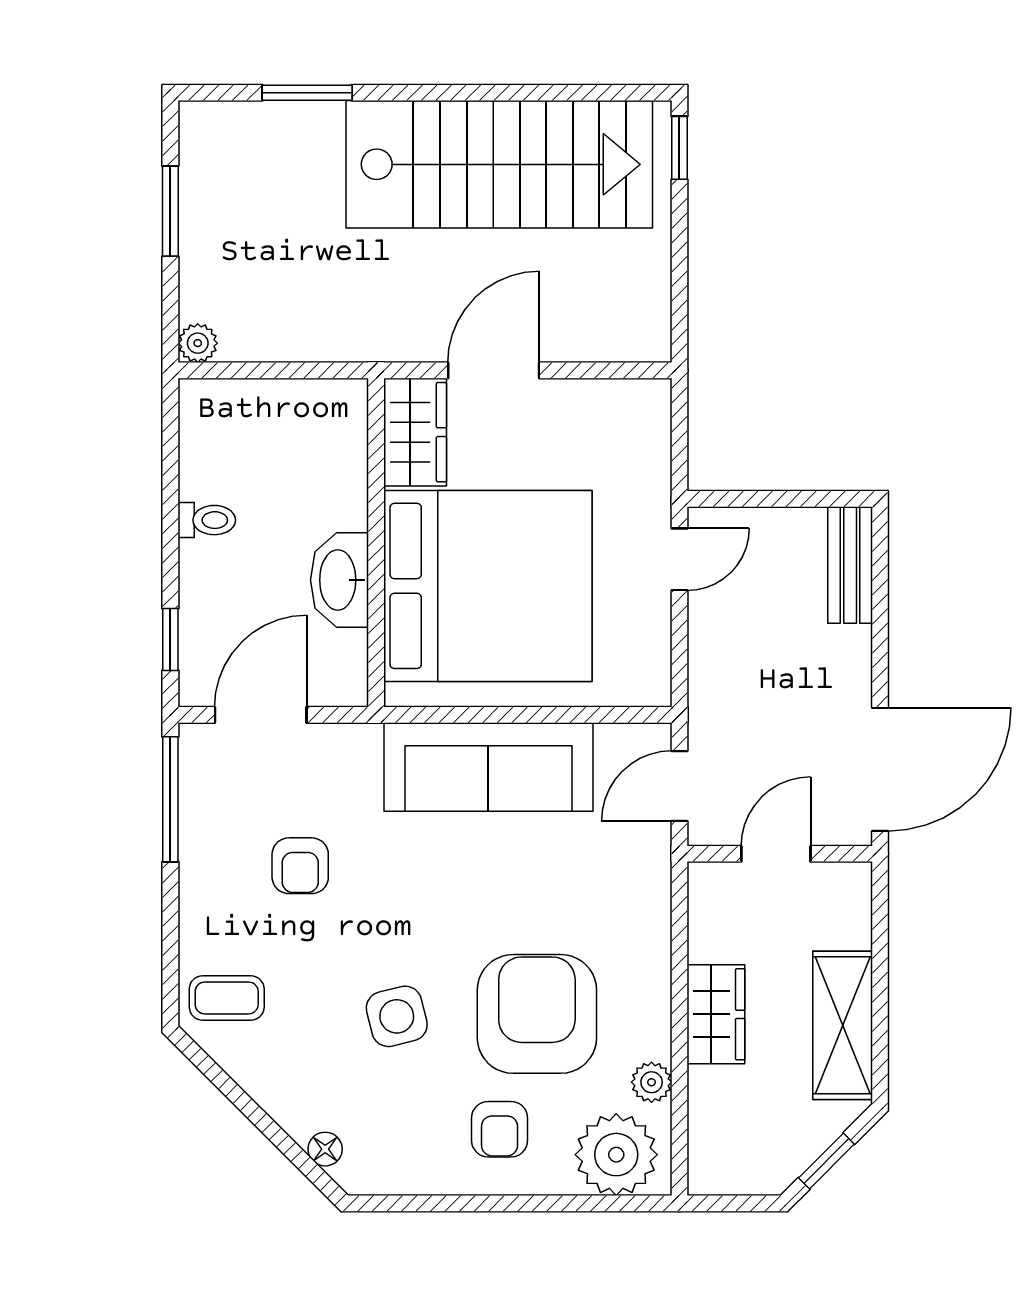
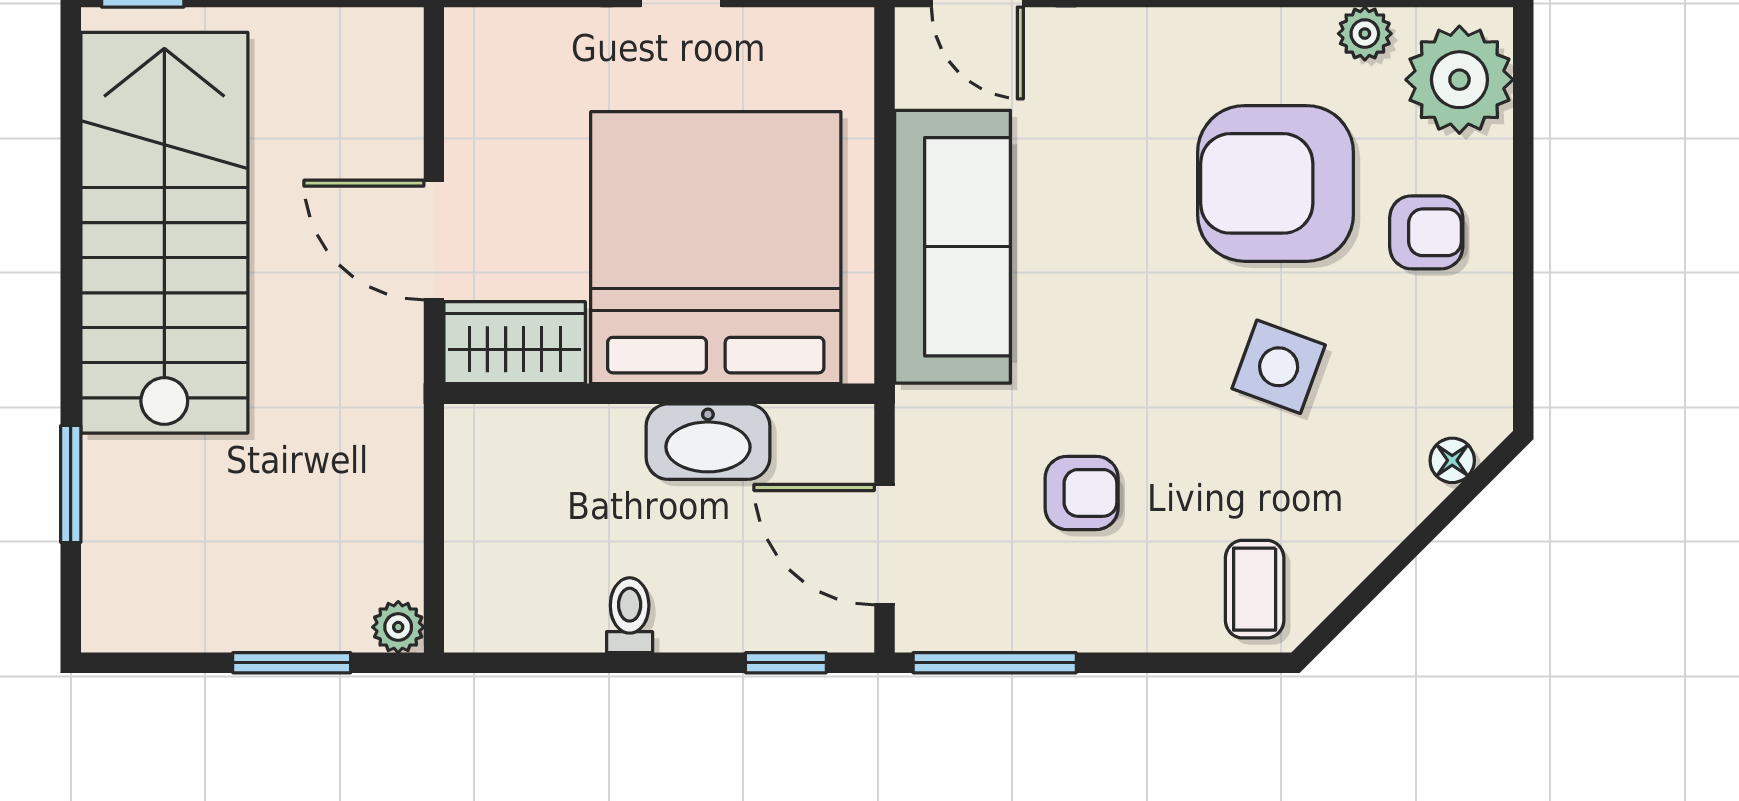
window: (170, 211) -> (292, 663), moved
side table: (397, 1016) -> (1279, 367), turned 34

